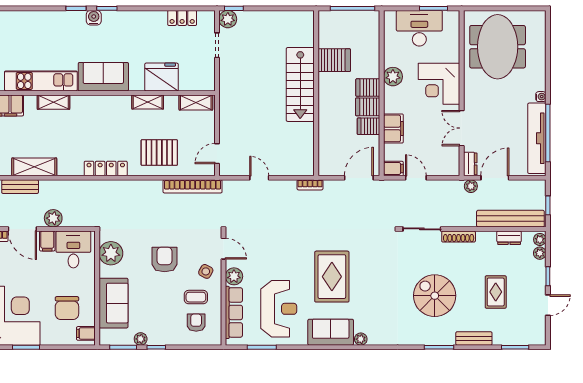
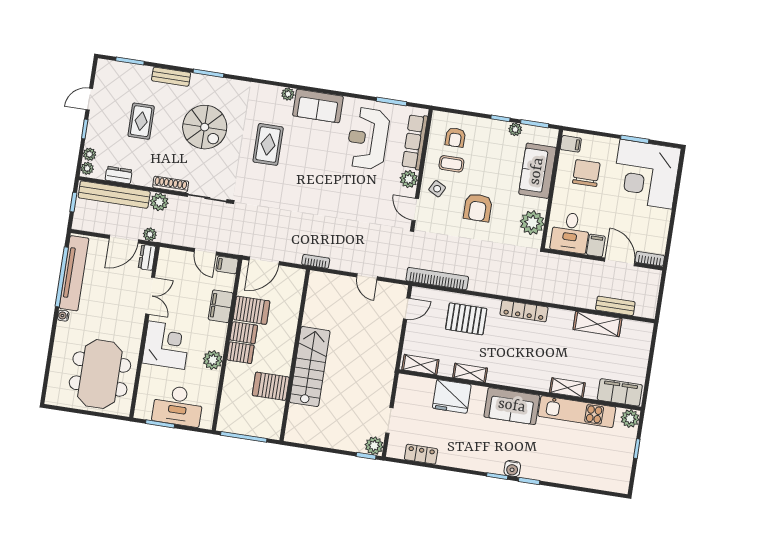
server rack: (369, 126) -> (251, 310), width x1.36, depth x1.44
plant: (53, 218) -> (159, 202), moved
rug: (332, 277) -> (268, 144), moved, width x0.73, depth x0.70

